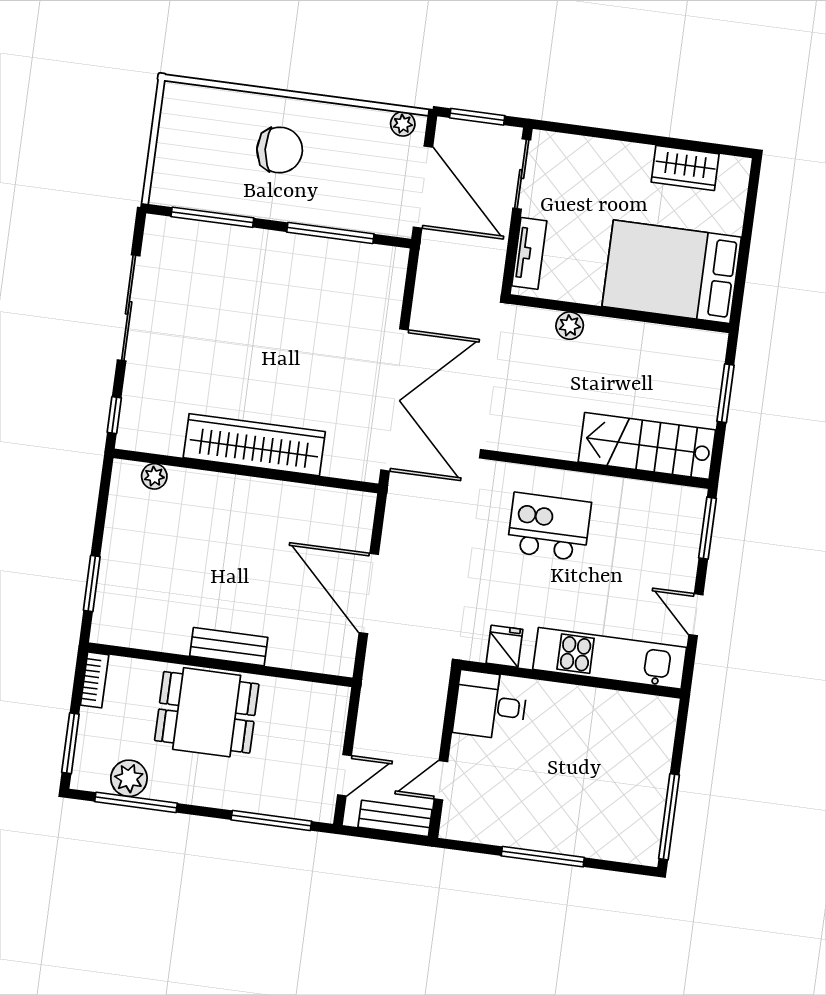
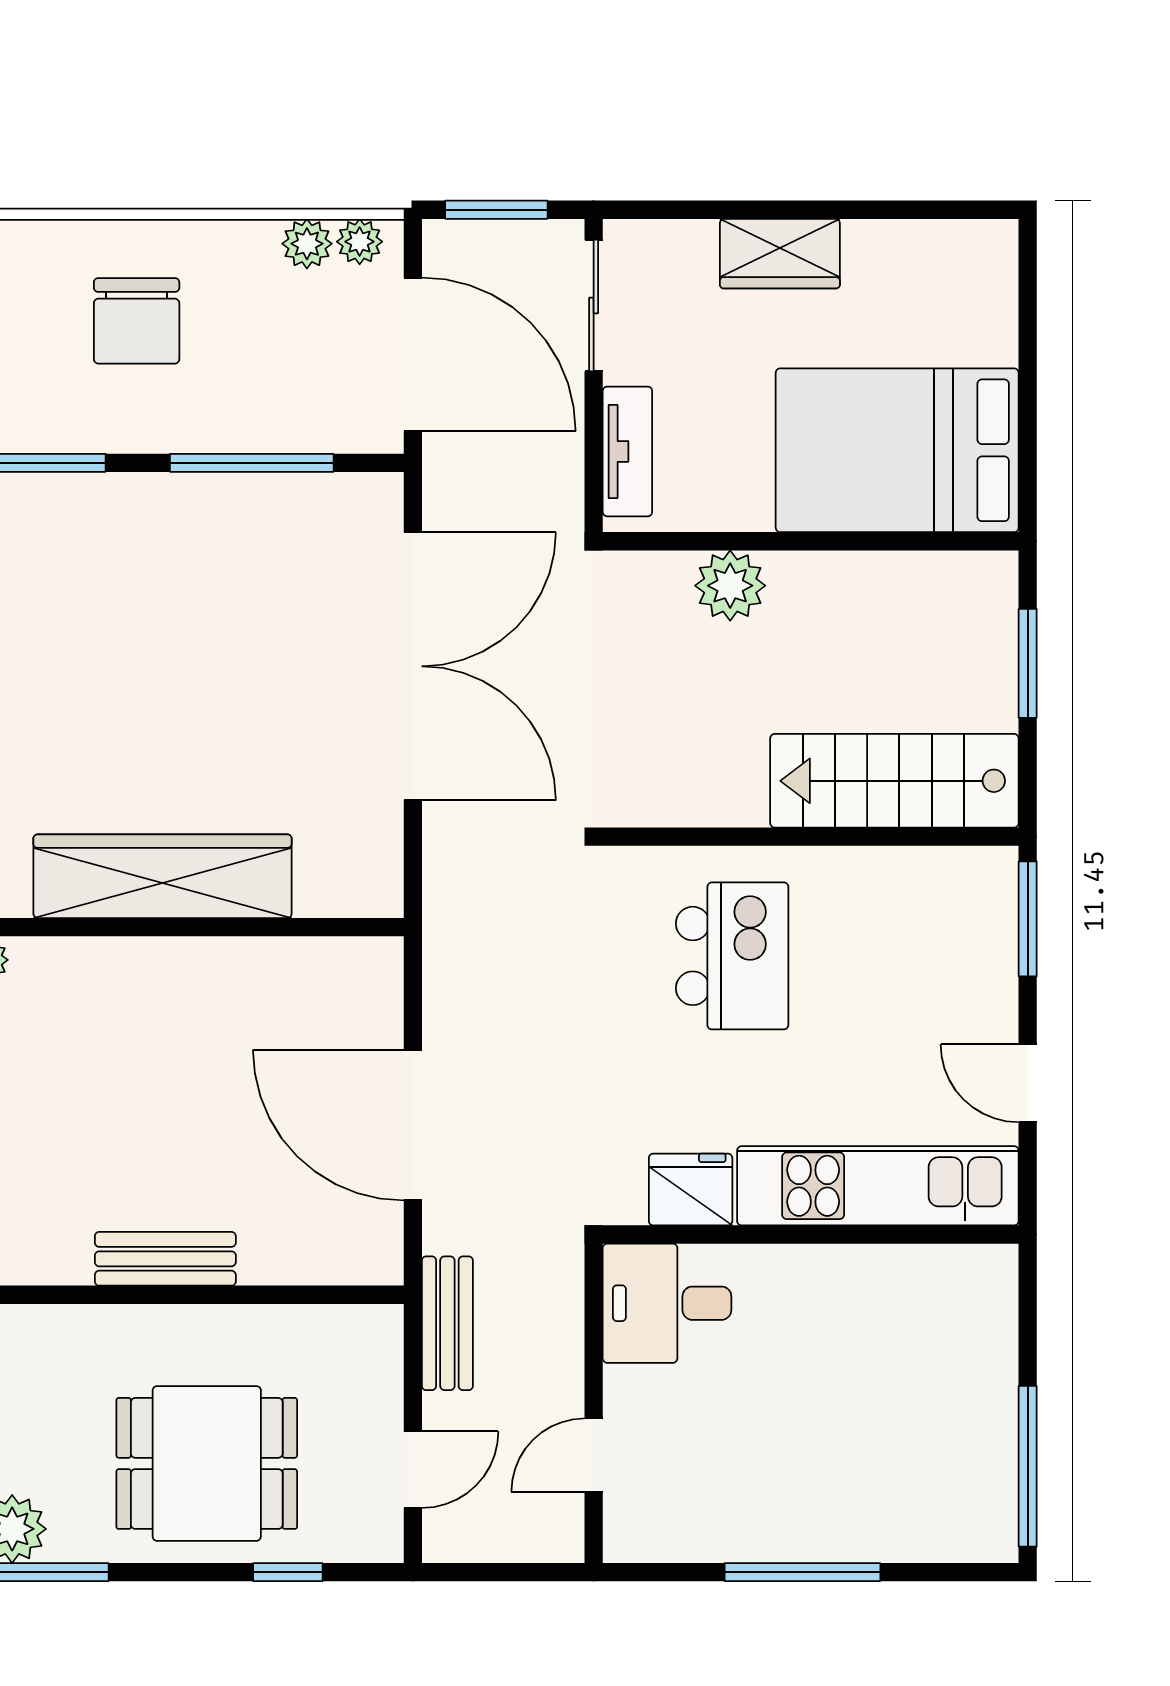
plant: (375, 121) -> (307, 244), added
chair: (280, 150) -> (137, 321), turned 95
wardrobe: (685, 168) -> (780, 254), moved
plant: (570, 326) -> (730, 586), width x1.38, depth x1.38
double door: (395, 400) -> (413, 666), moved
kitchen island: (549, 527) -> (732, 956), turned 90
fridge: (505, 646) -> (691, 1190), width x1.38
dining table: (207, 712) -> (207, 1463), moved
bench: (395, 818) -> (447, 1323), moved, turned 90
window: (271, 820) -> (288, 1572), width x0.46

